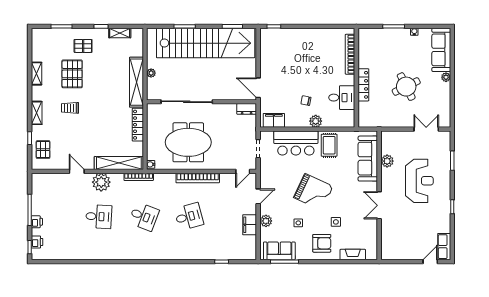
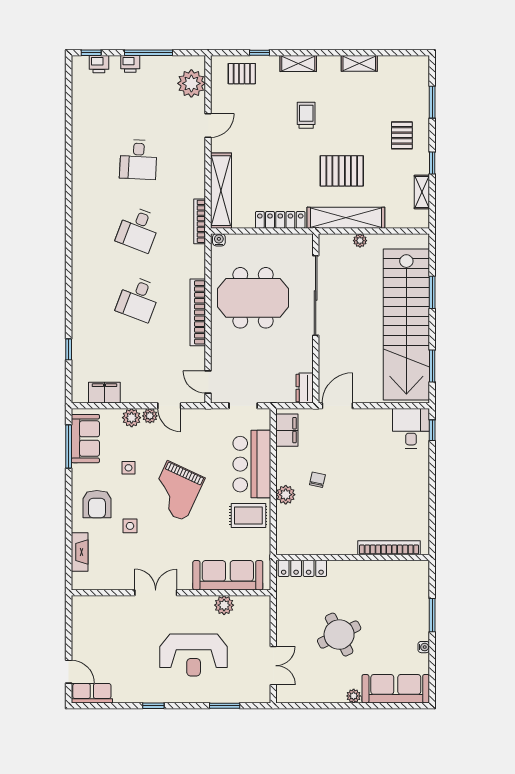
pallet: (72, 74) -> (342, 171), moved
locker: (363, 85) -> (302, 568), moved
desk: (342, 98) -> (411, 428), moved, turned 180
meeting table: (188, 142) -> (253, 298), turned 90
plant: (101, 182) -> (191, 83), moved
plant: (265, 209) -> (150, 416), added
desk: (189, 217) -> (138, 299), turned 36
filing cabinet: (250, 225) -> (104, 393), moved

